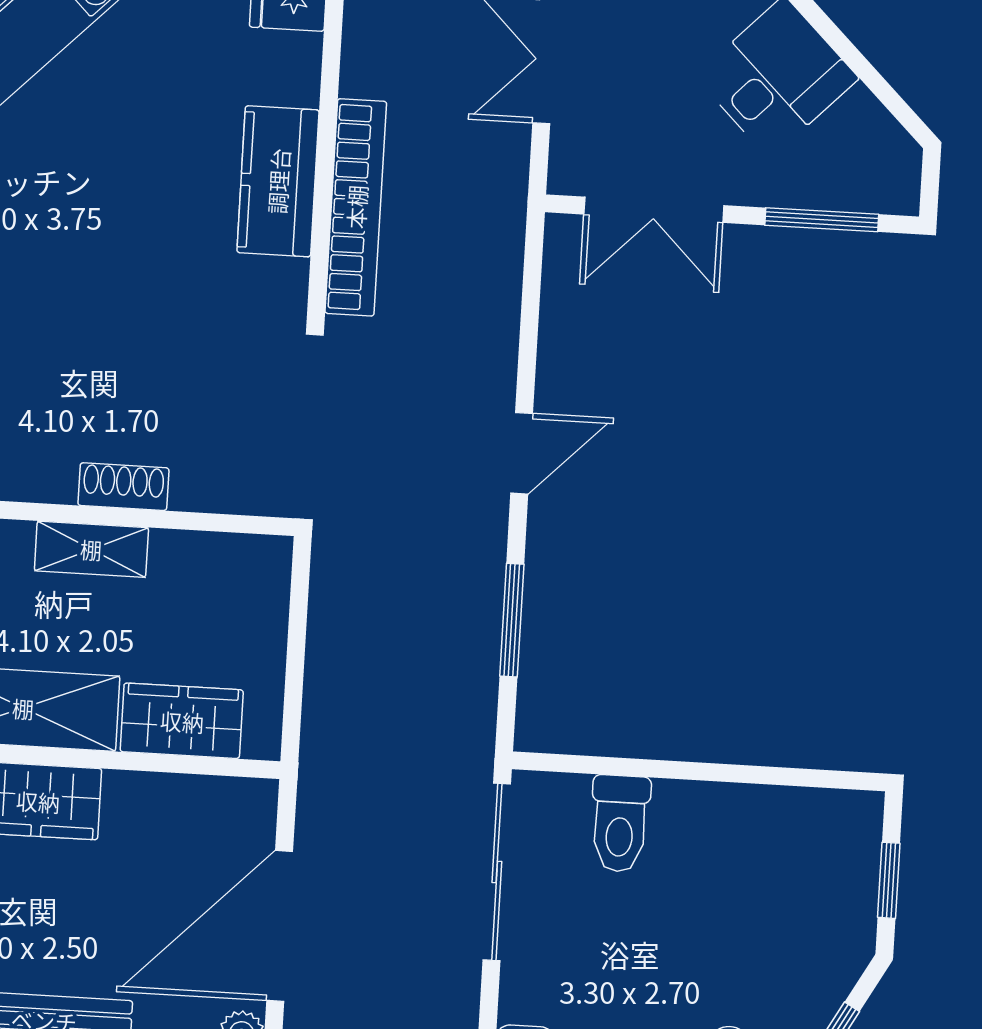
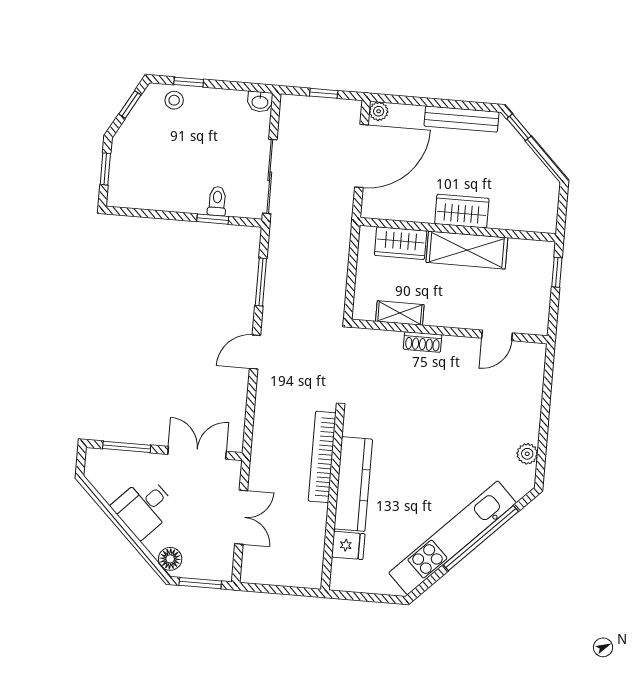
kitchen counter: (278, 181) -> (353, 484), width x1.50
shelving: (91, 549) -> (400, 313), moved
window: (630, 767) -> (213, 219), added
toilet: (620, 824) -> (217, 201), width x0.73, depth x0.72

